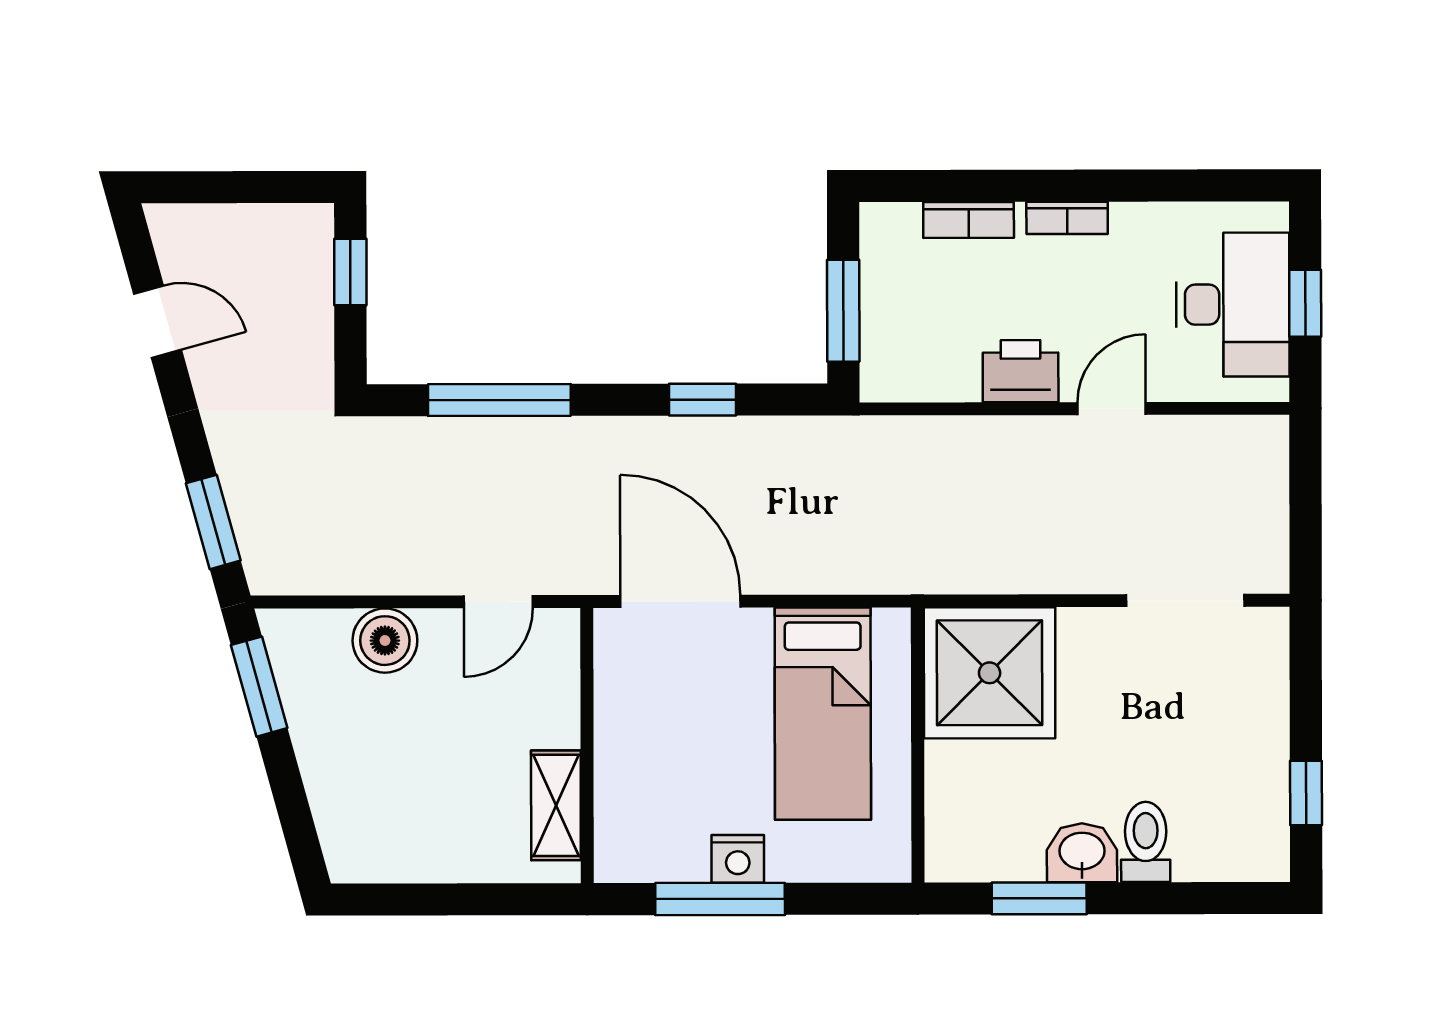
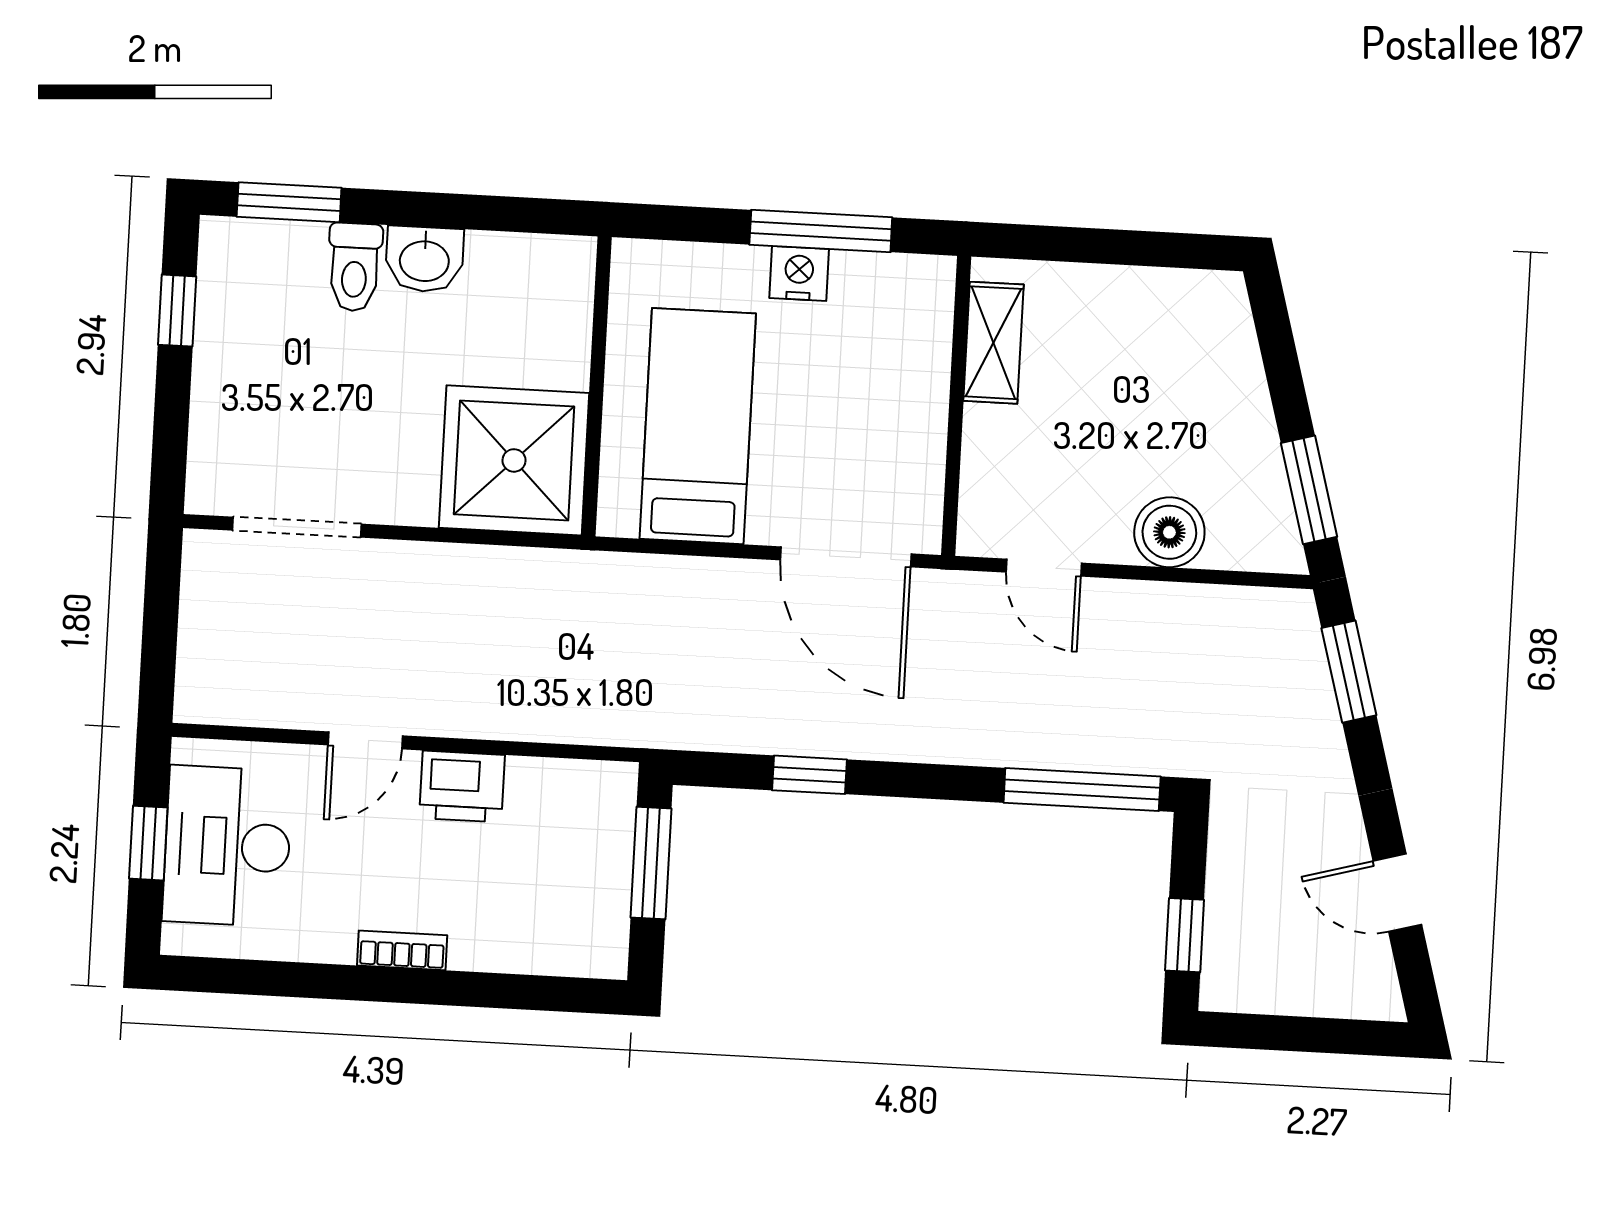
bookcase: (969, 220) -> (509, 954), removed
window: (499, 400) -> (1082, 790), moved
door: (498, 602) -> (1044, 568), swing flipped
window: (1039, 898) -> (289, 202), moved

